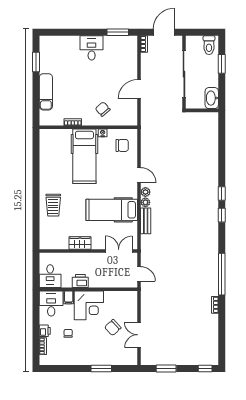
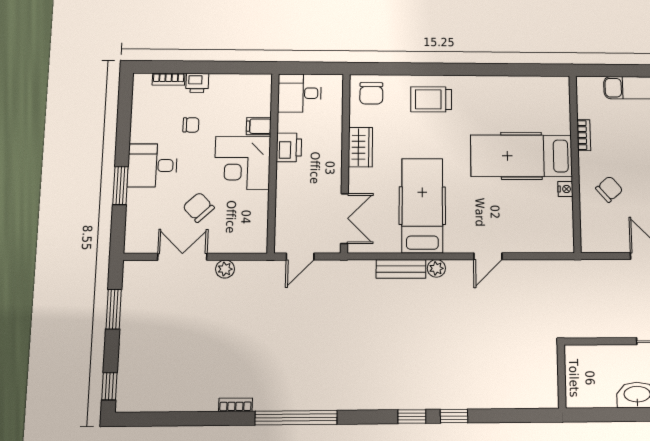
wall: (202, 110) -> (562, 376), moved
chair: (122, 145) -> (371, 93), moved
plant: (145, 192) -> (225, 269), moved
desk: (51, 304) -> (152, 165), moved, turned 180

